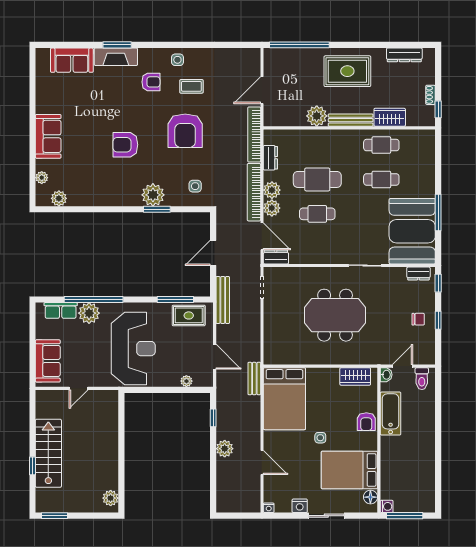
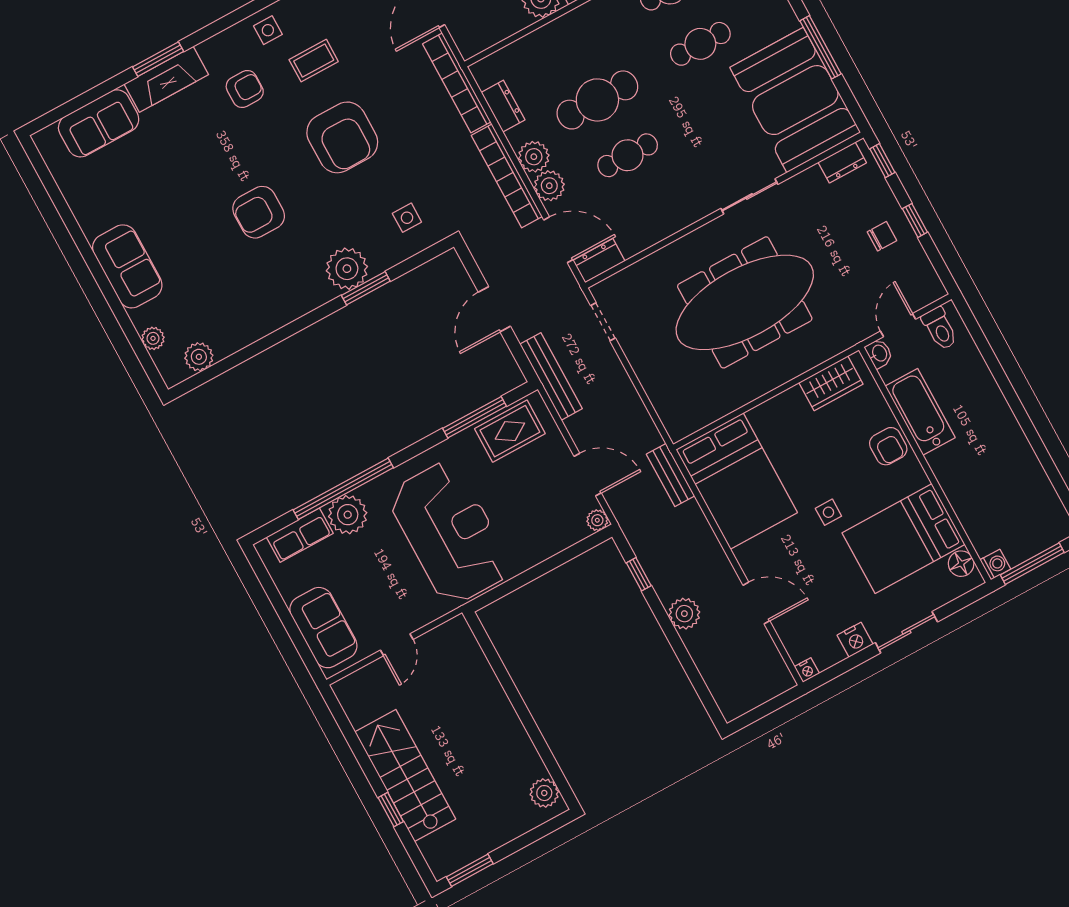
meeting table: (335, 315) -> (745, 302), width x1.36
plant: (186, 381) -> (597, 520), moved

